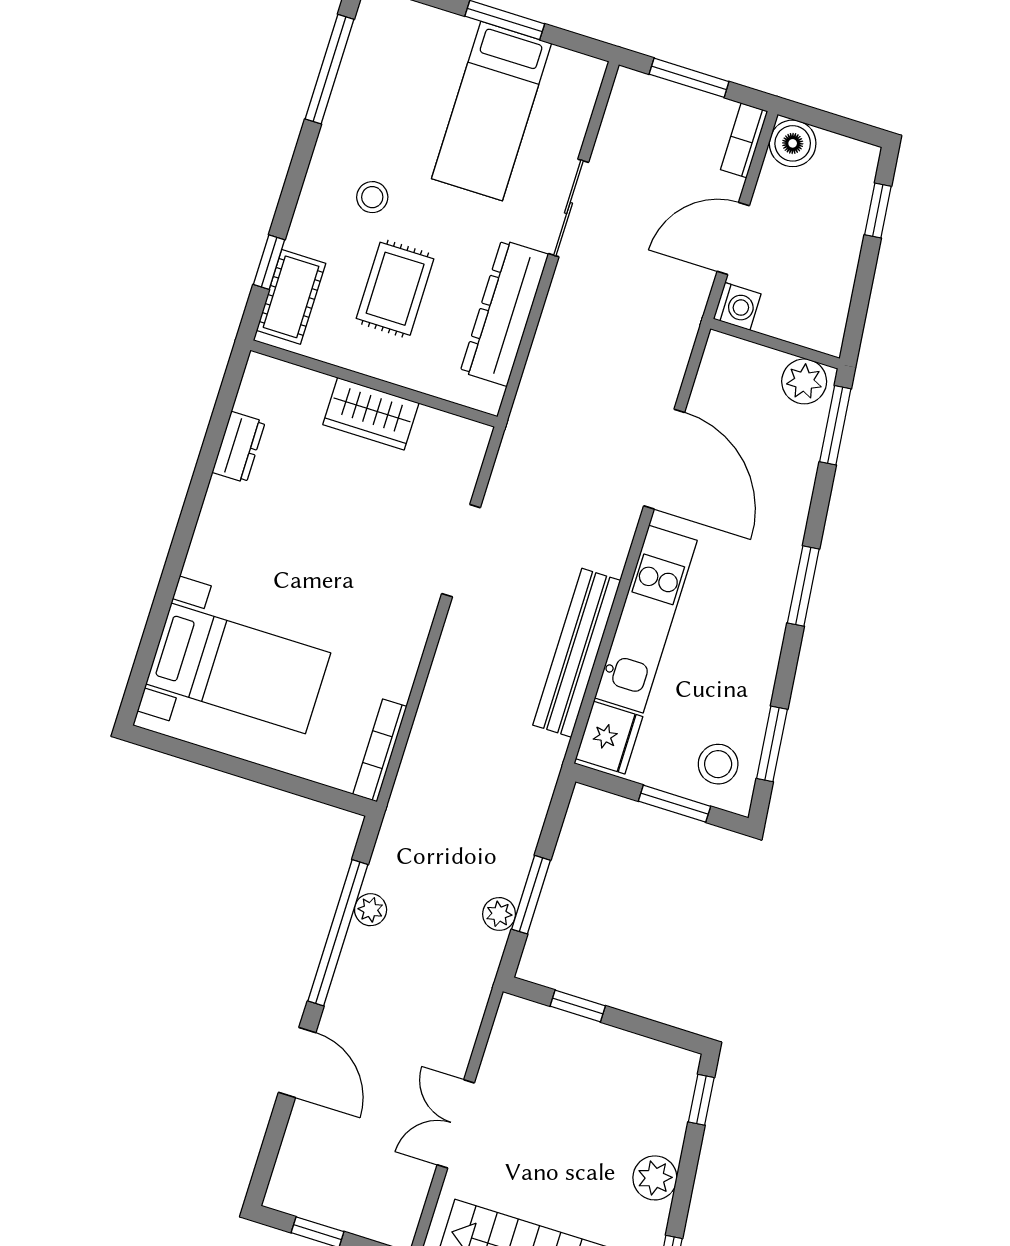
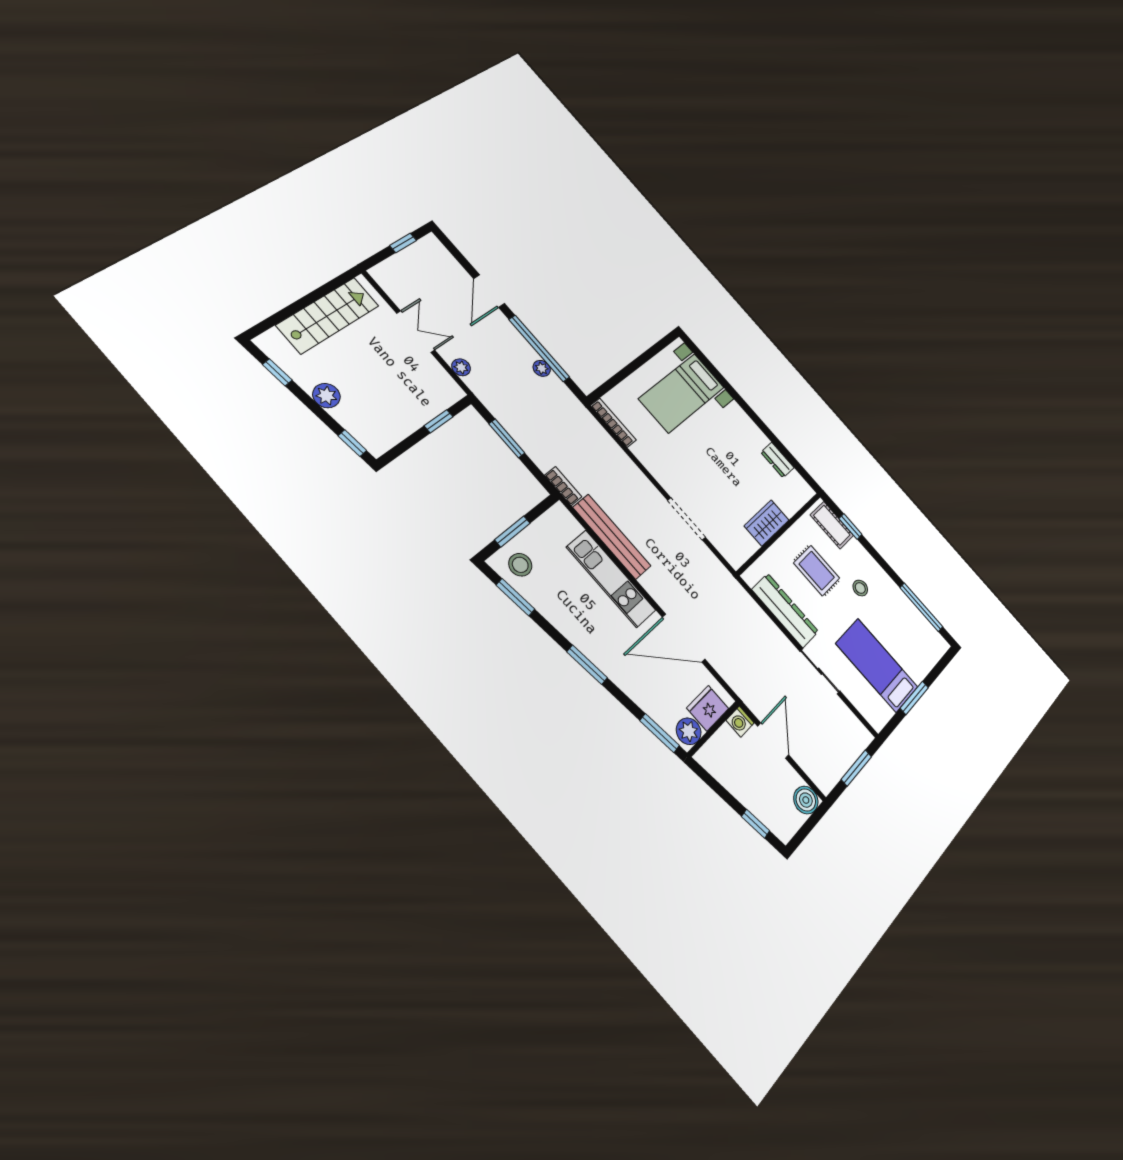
bookcase: (744, 140) -> (563, 486), moved
fridge: (609, 738) -> (708, 708), moved, turned 90
plant: (499, 914) -> (461, 367), moved
door: (297, 1062) -> (489, 291), hinge flipped

